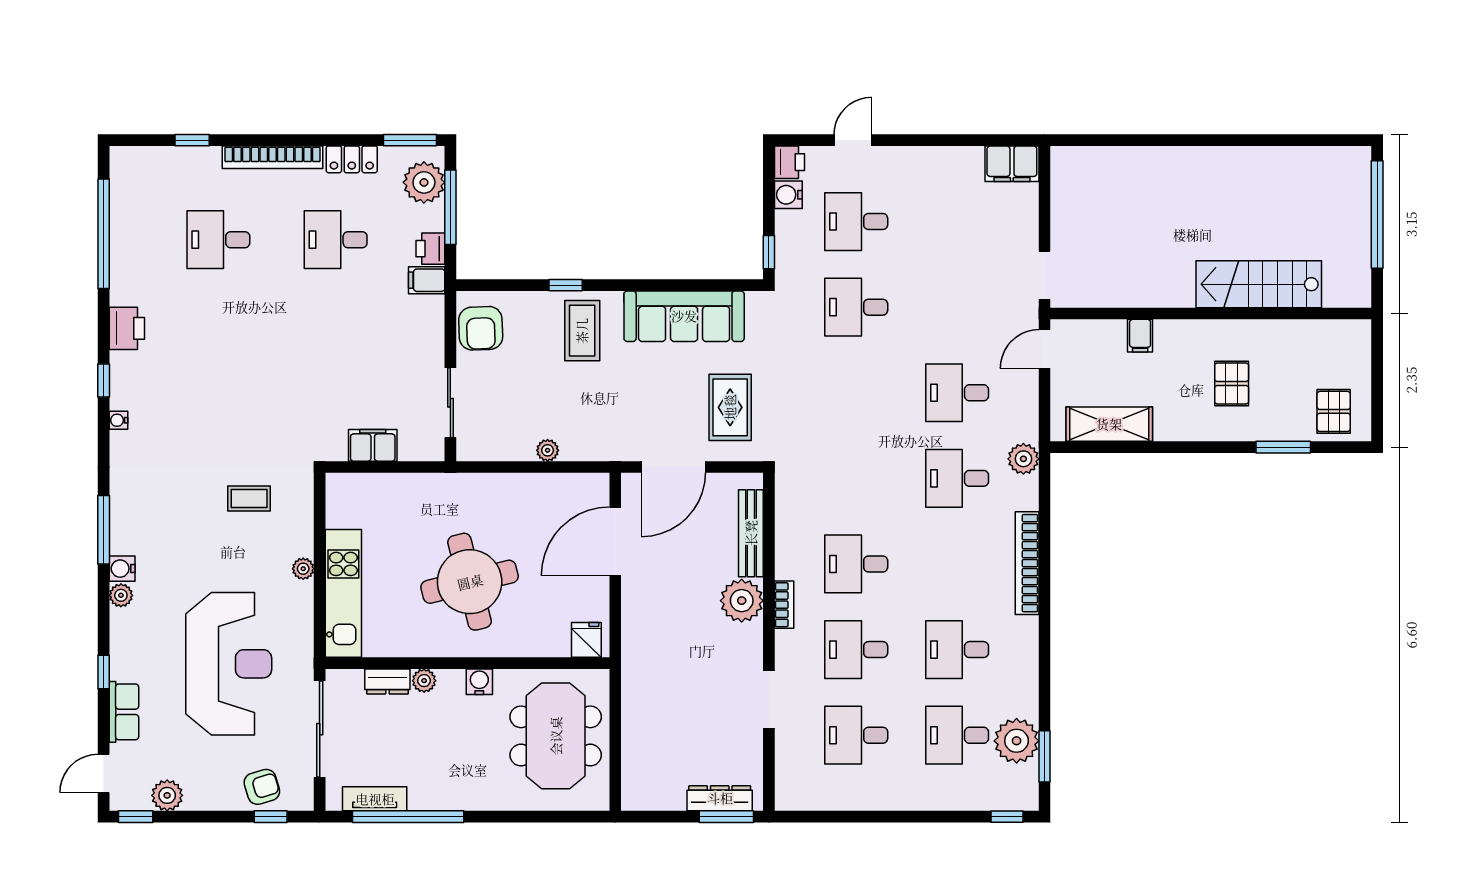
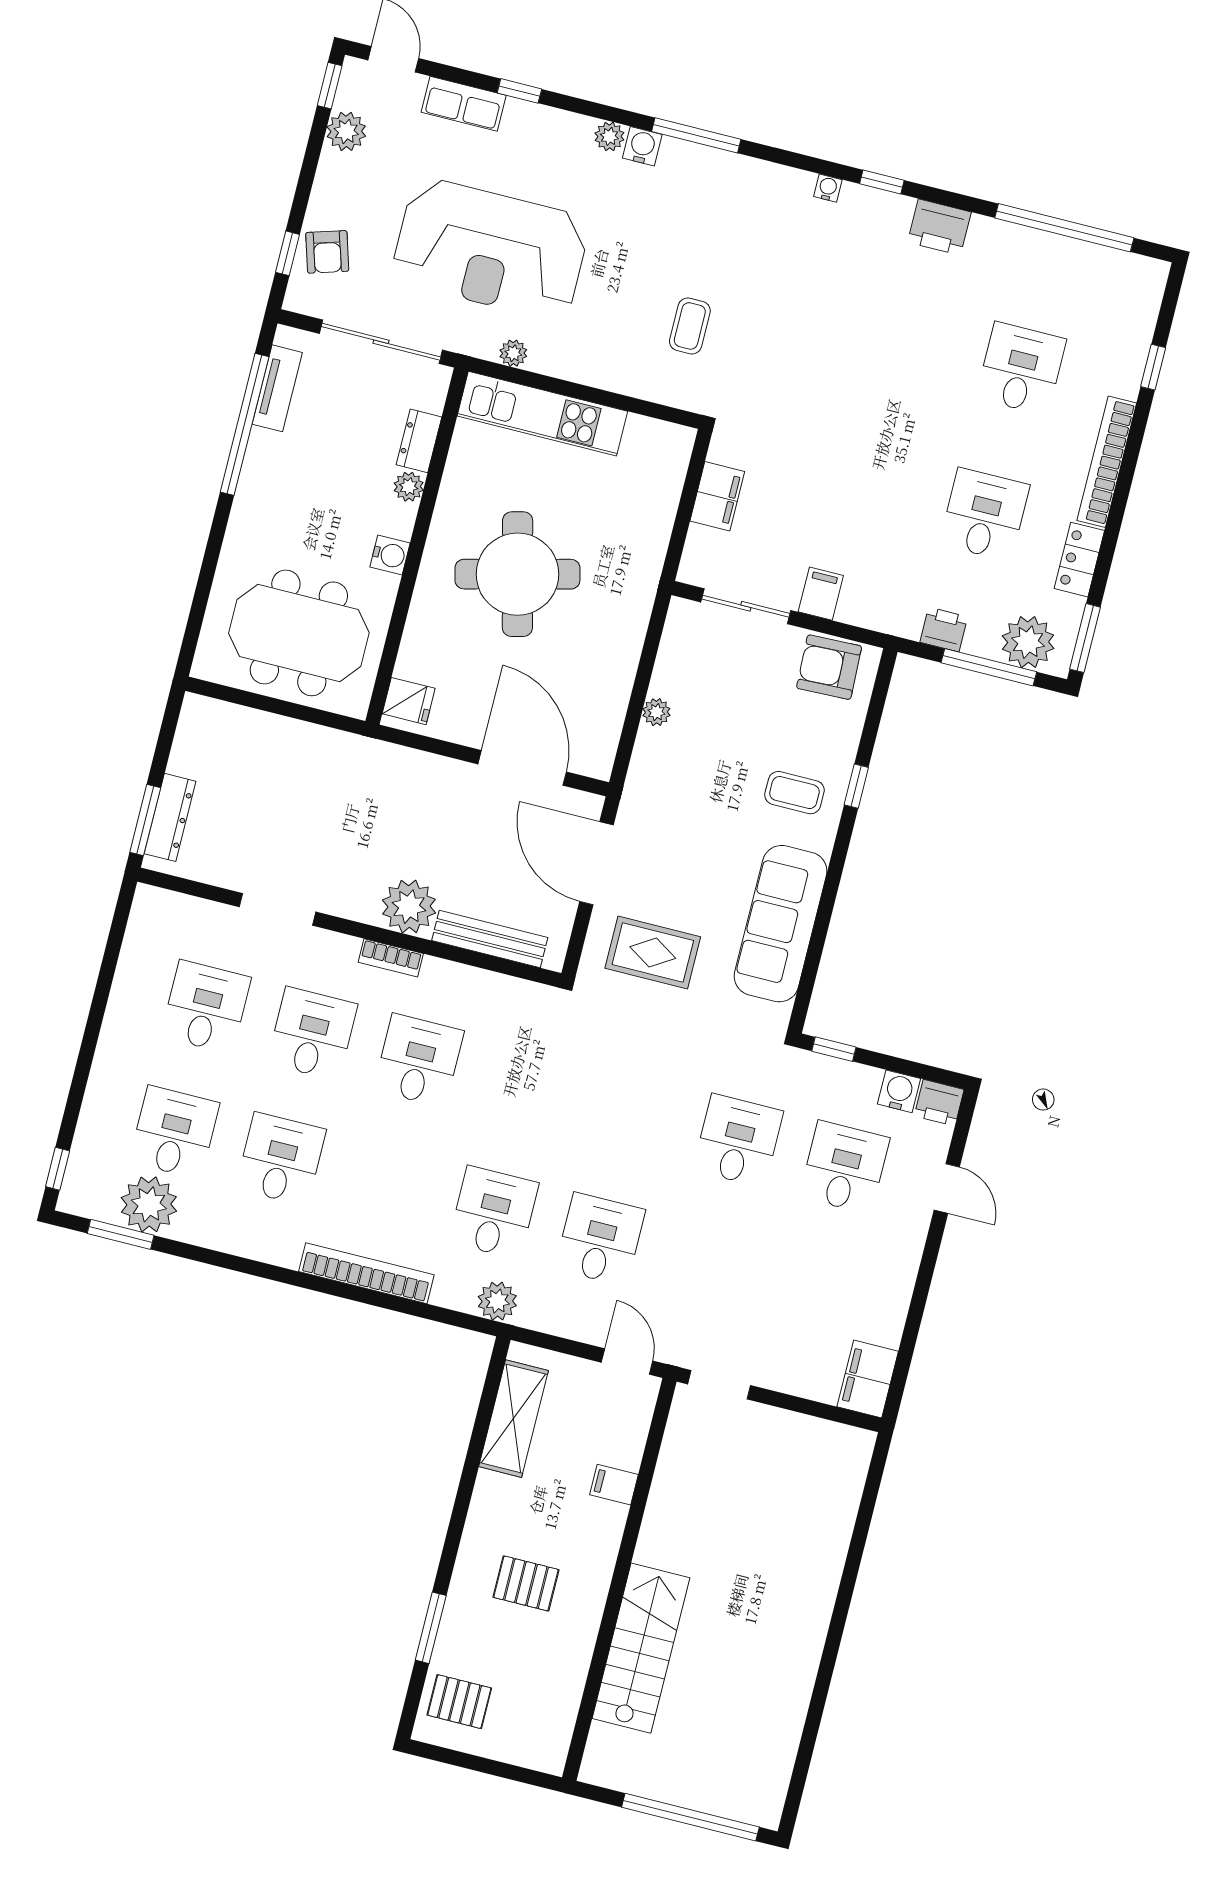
filing cabinet: (427, 280) -> (821, 594), moved
coffee table: (582, 331) -> (794, 793), width x0.73, depth x0.77
plant: (303, 569) -> (513, 353), moved

